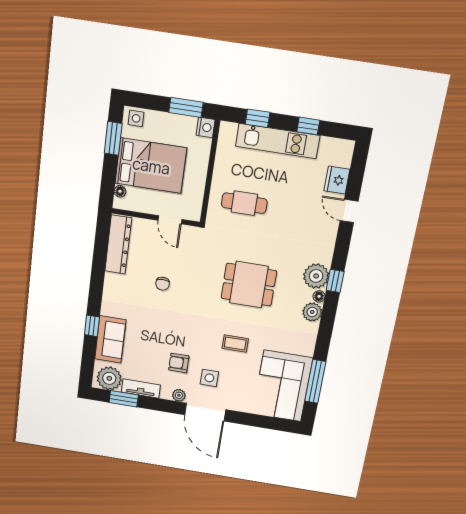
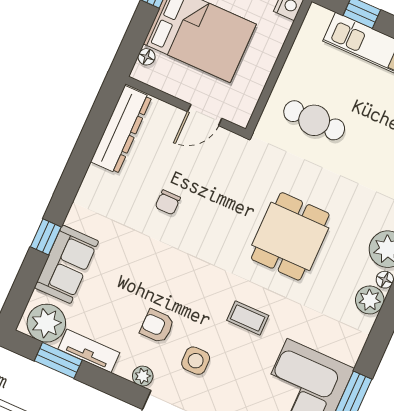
door: (170, 220) -> (205, 115), hinge flipped
dining table: (249, 285) -> (290, 236), turned 90

